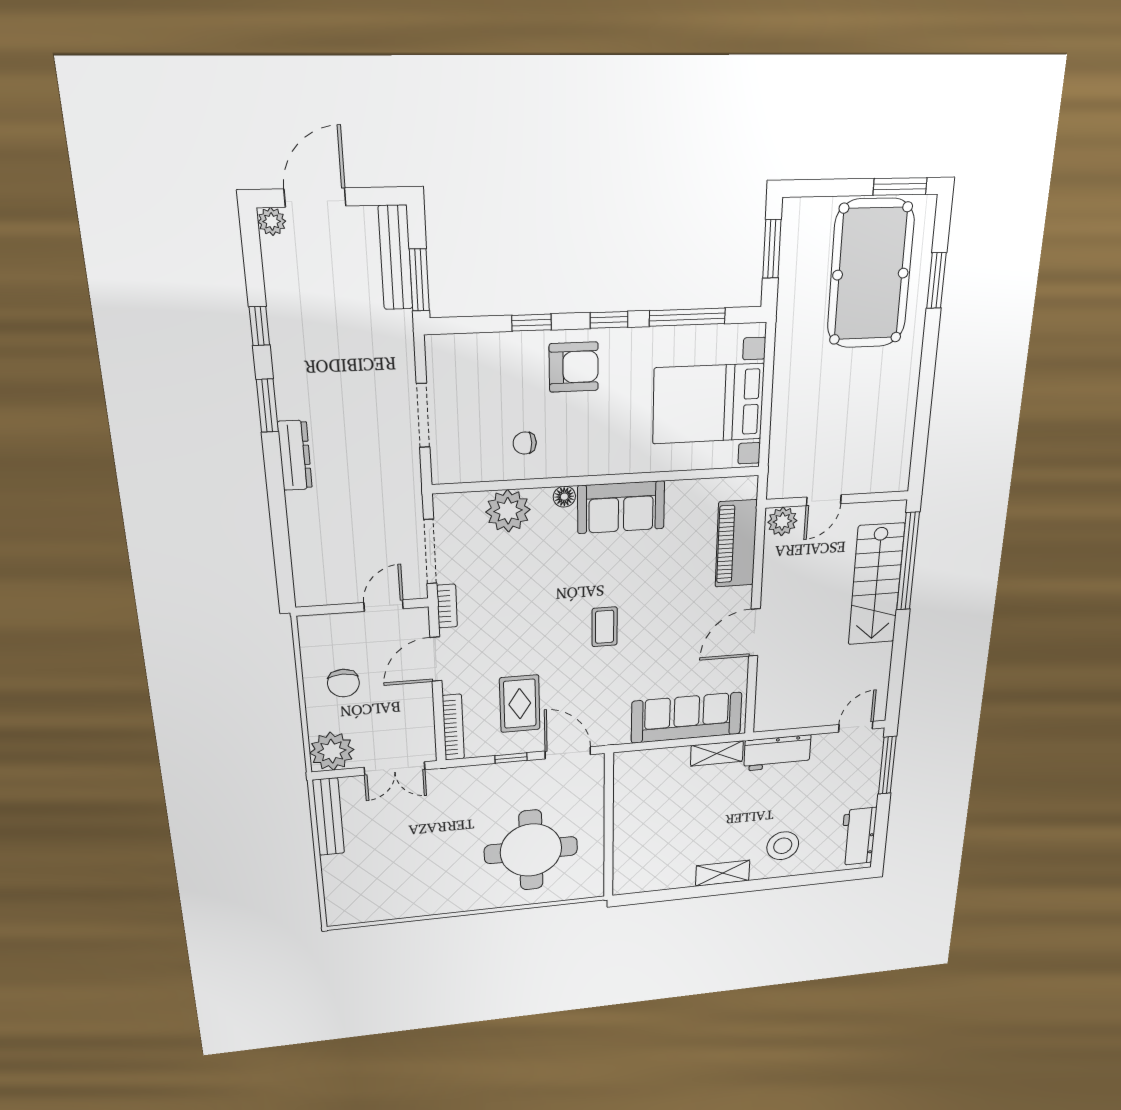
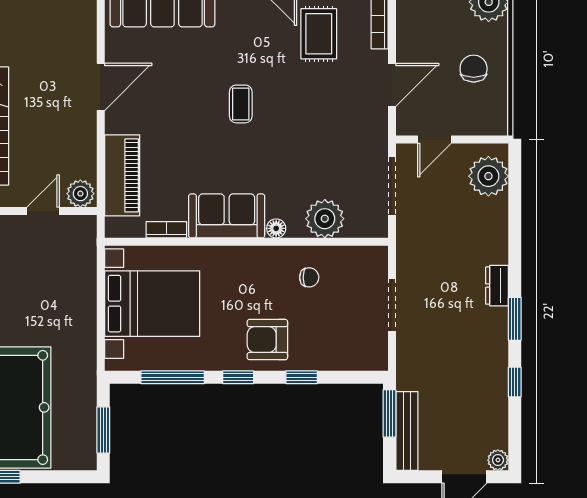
dresser: (295, 455) -> (497, 286), width x0.70
plant: (316, 570) -> (488, 176), added
bookcase: (447, 606) -> (166, 230), moved, turned 90

